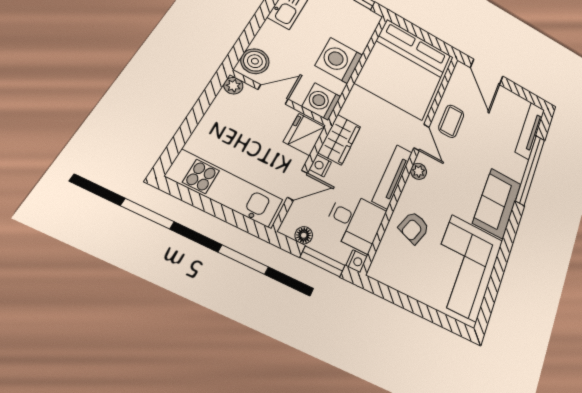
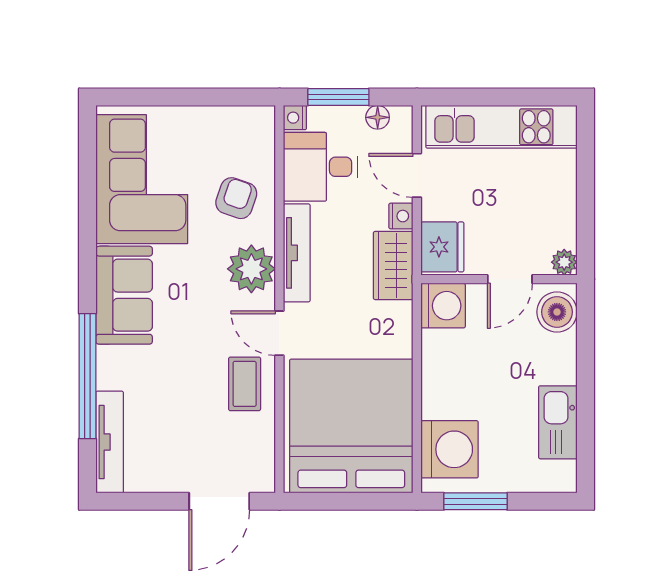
washing machine: (339, 60) -> (450, 449), moved
door: (487, 72) -> (219, 501), swing flipped
plant: (419, 171) -> (251, 269), width x1.87, depth x1.87
door: (297, 185) -> (417, 175), hinge flipped

